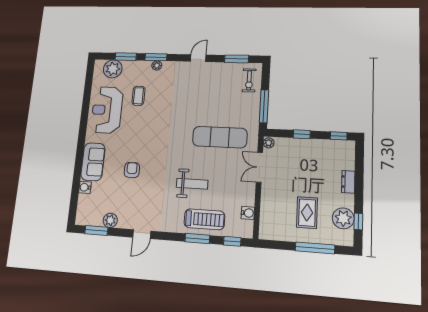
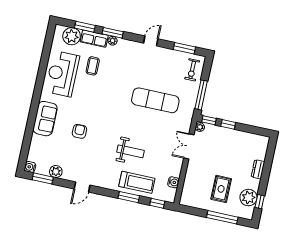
row of seats: (137, 67) -> (94, 39), added
window: (339, 136) -> (209, 120), moved
exercise mat: (220, 137) -> (155, 100), moved
water cooler: (85, 187) -> (30, 167), moved

